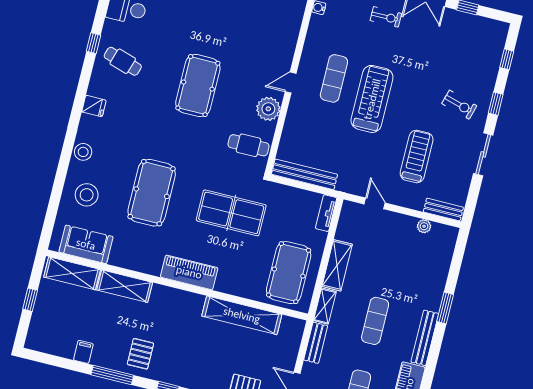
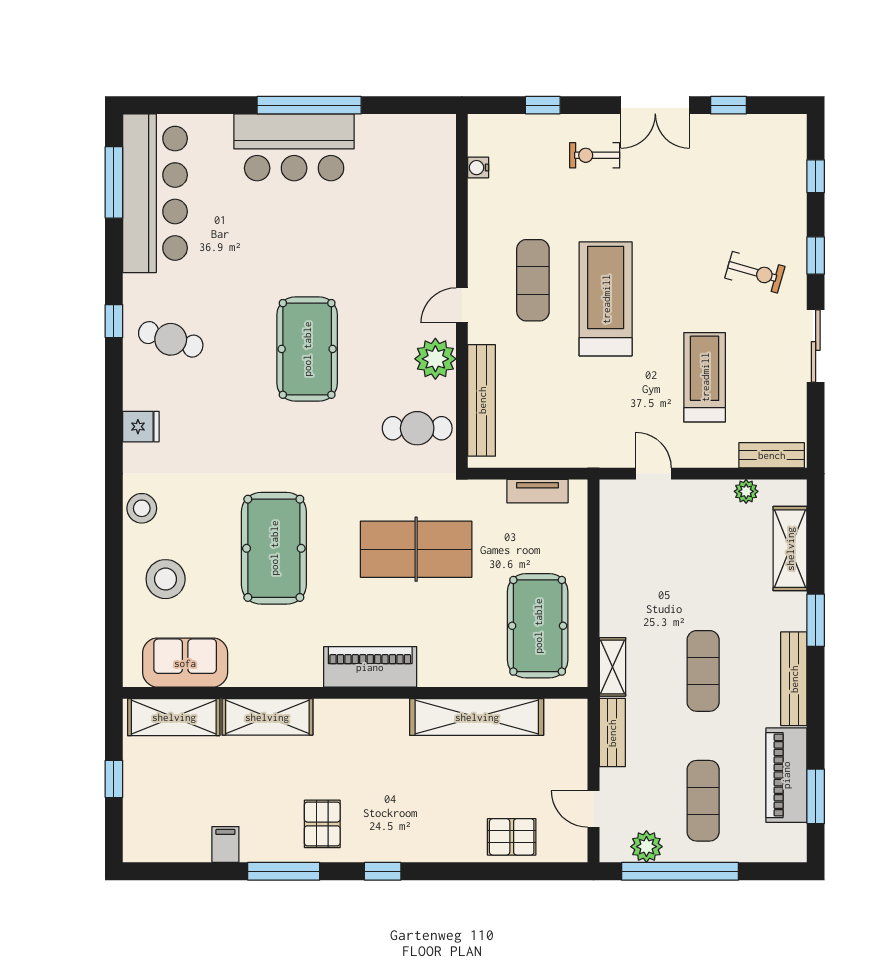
exercise bike: (386, 17) -> (595, 155), turned 180
bench: (305, 174) -> (482, 400), moved, turned 90
tv unit: (326, 213) -> (537, 491), moved, turned -90
shelving: (337, 265) -> (790, 549), moved

